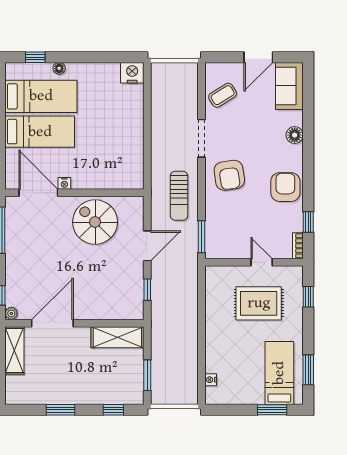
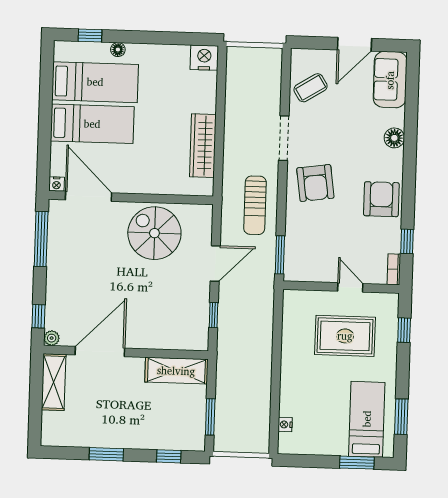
wardrobe: (133, 147) -> (203, 146), added
nightstand: (64, 183) -> (57, 184), moved

